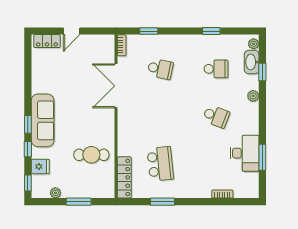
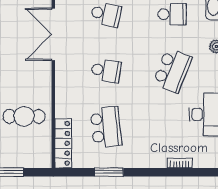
school desk: (160, 116) -> (106, 71), added
school desk: (216, 116) -> (172, 71), width x1.85

